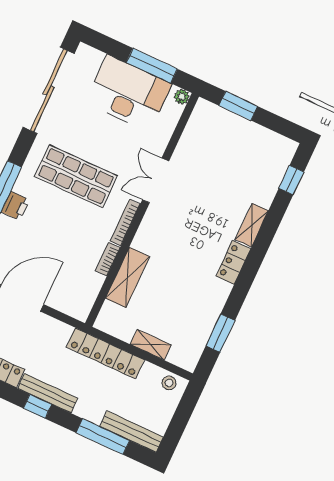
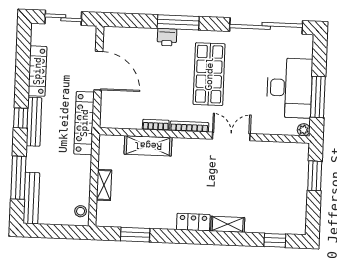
locker: (105, 353) -> (84, 123), moved

